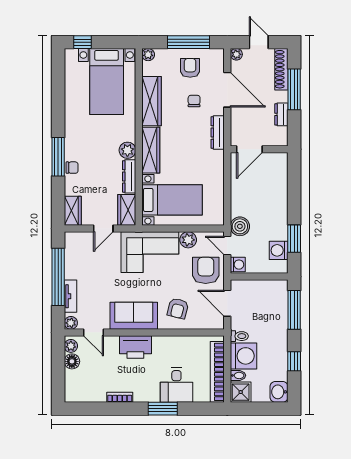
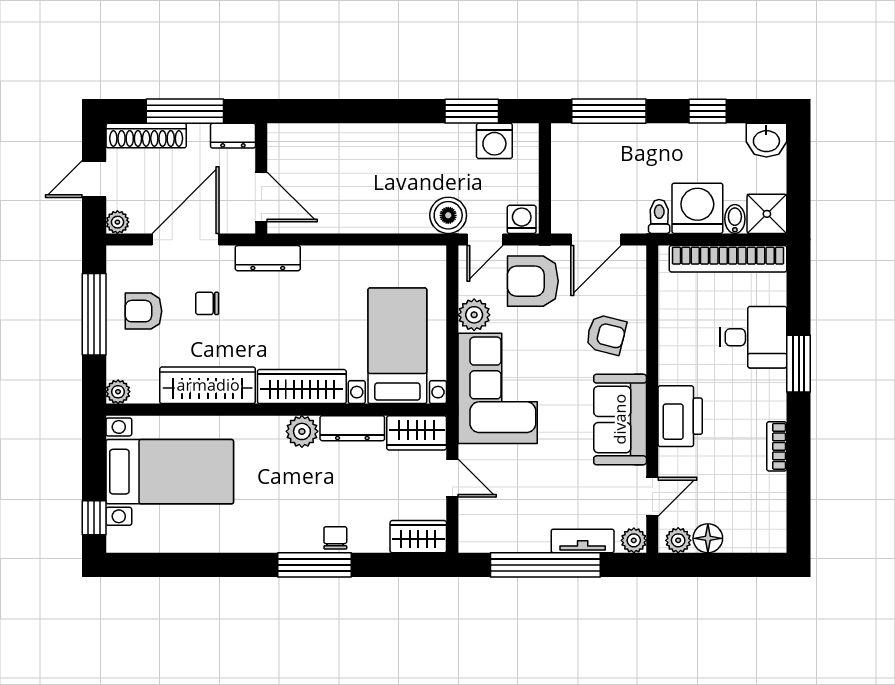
door: (249, 149) -> (261, 197), moved
wall: (259, 149) -> (261, 178), moved

